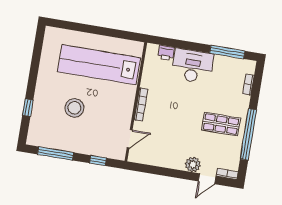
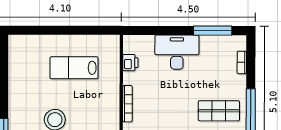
printer: (166, 53) -> (130, 63), moved, turned -90
lab bench: (99, 65) -> (74, 68), width x0.54, depth x0.72

